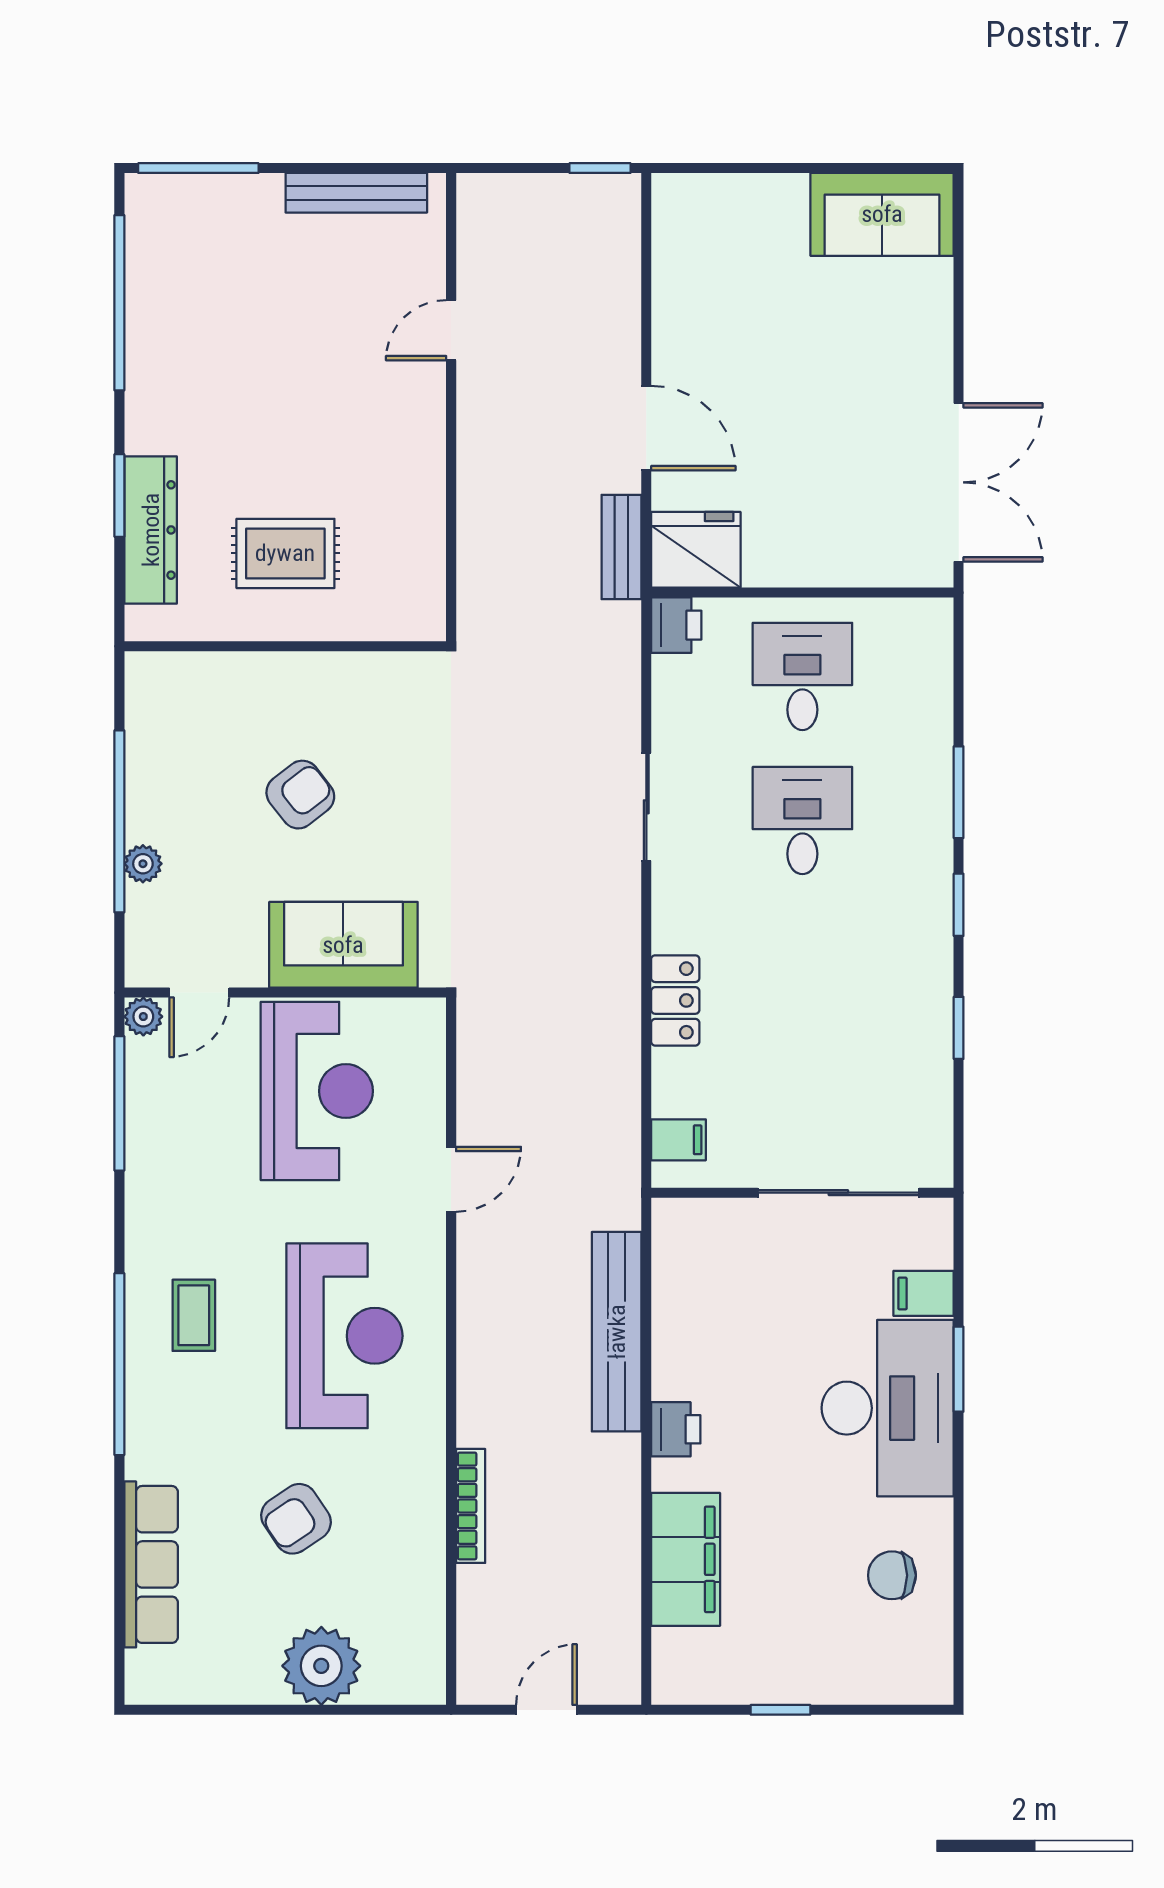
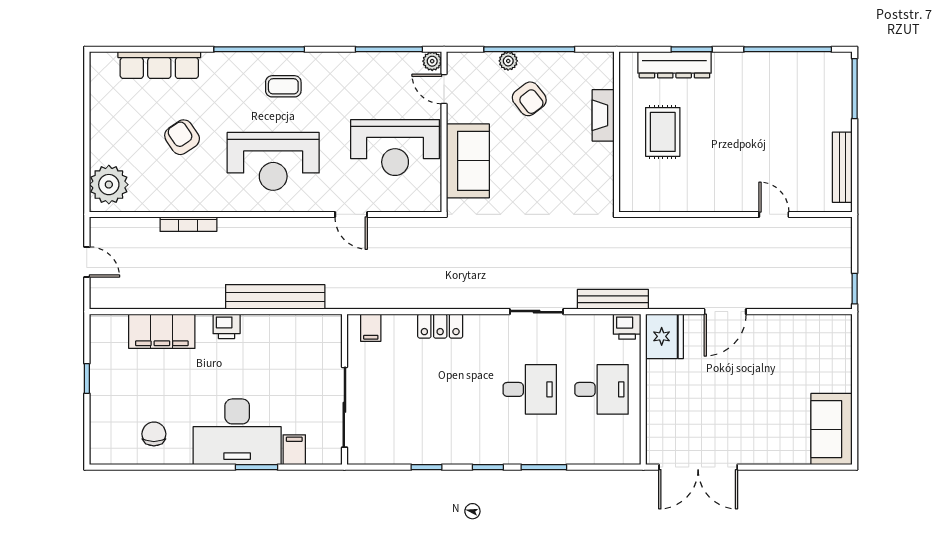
bench: (621, 547) -> (613, 299), moved, width x1.36
fireplace: (252, 673) -> (603, 115), added
armchair: (300, 795) -> (529, 99), moved
plant: (321, 1666) -> (109, 185), moved

